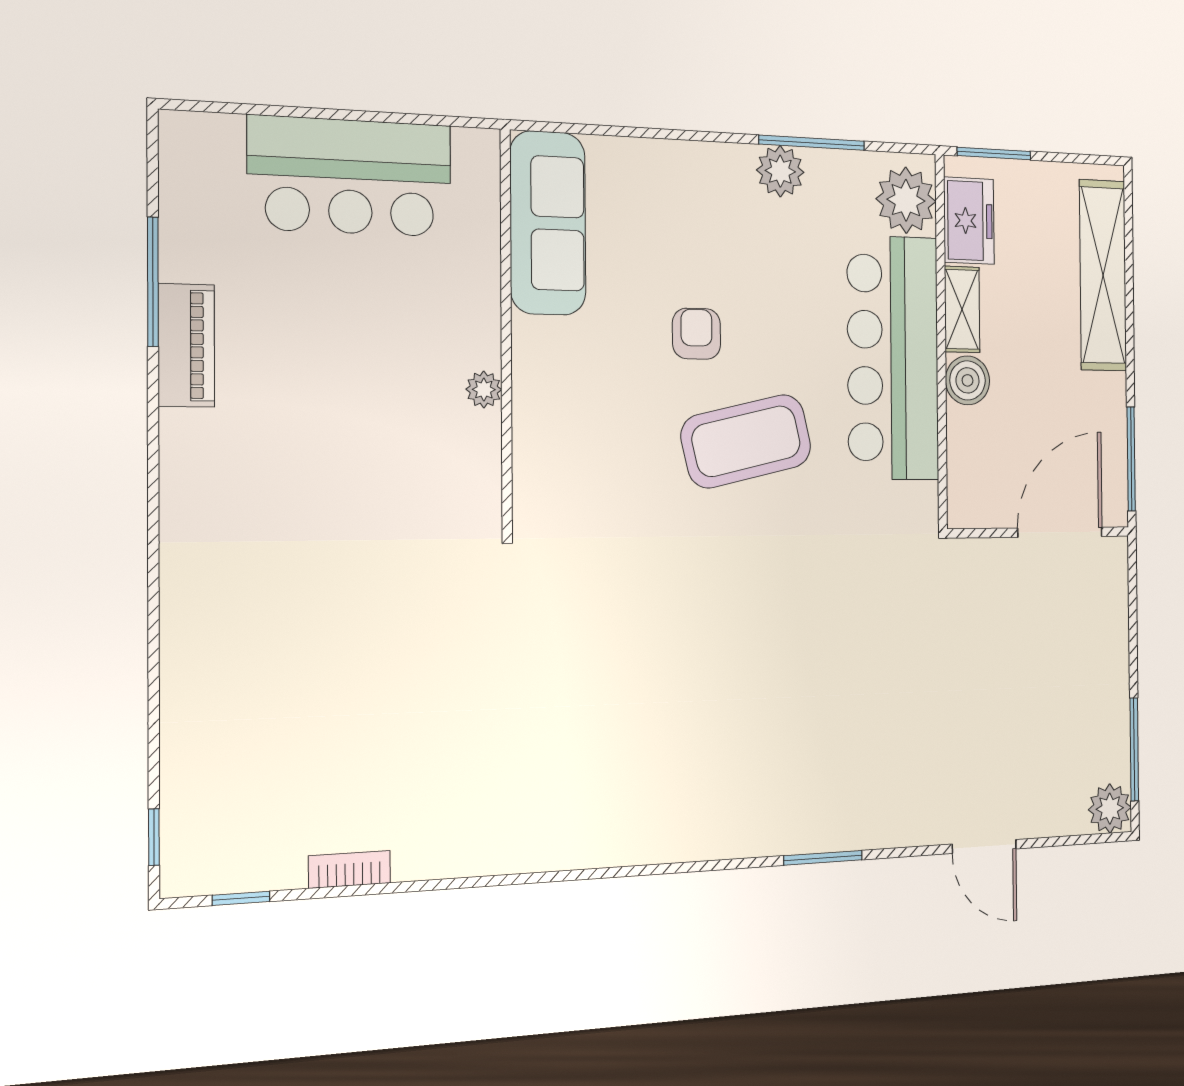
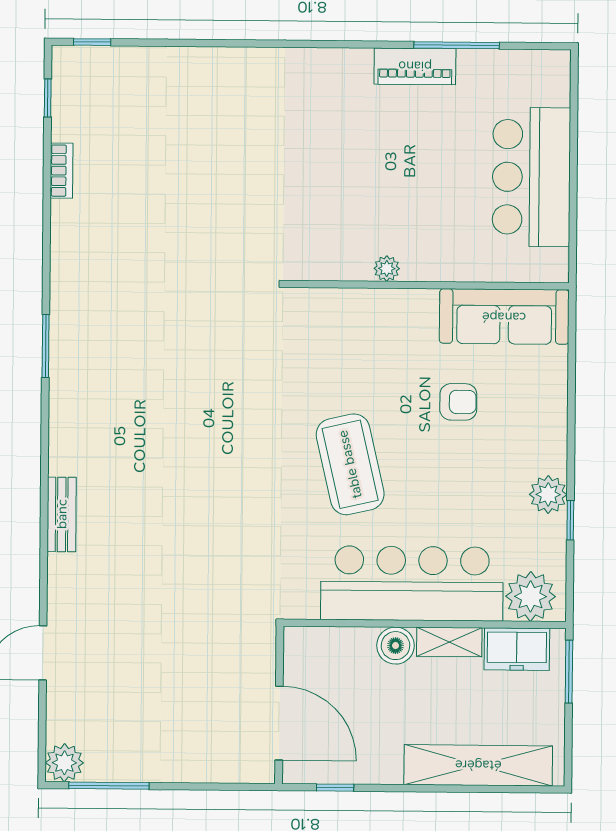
window: (812, 143) -> (570, 520), width x0.46
armchair: (697, 334) -> (458, 402), moved
window: (1131, 459) -> (335, 788), width x0.46
bench: (816, 834) -> (62, 514), added
window: (823, 858) -> (46, 346), moved

